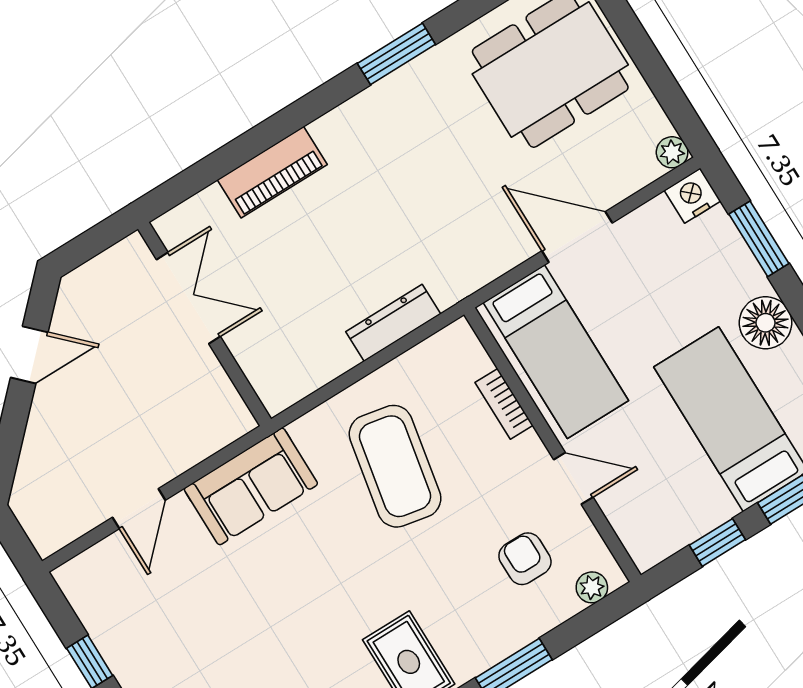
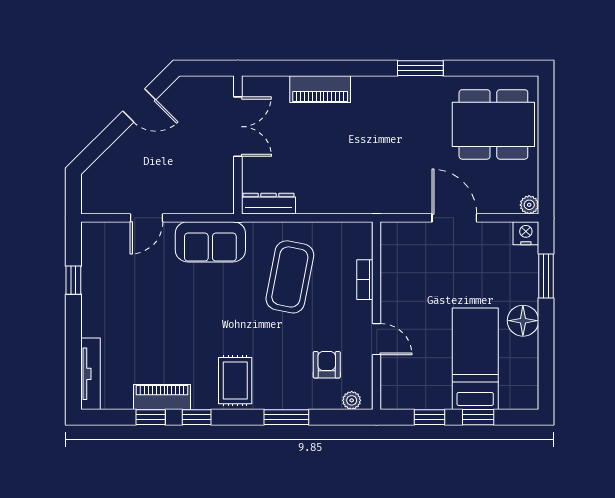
dresser: (393, 323) -> (269, 204), moved
bed: (556, 352) -> (408, 269), removed

